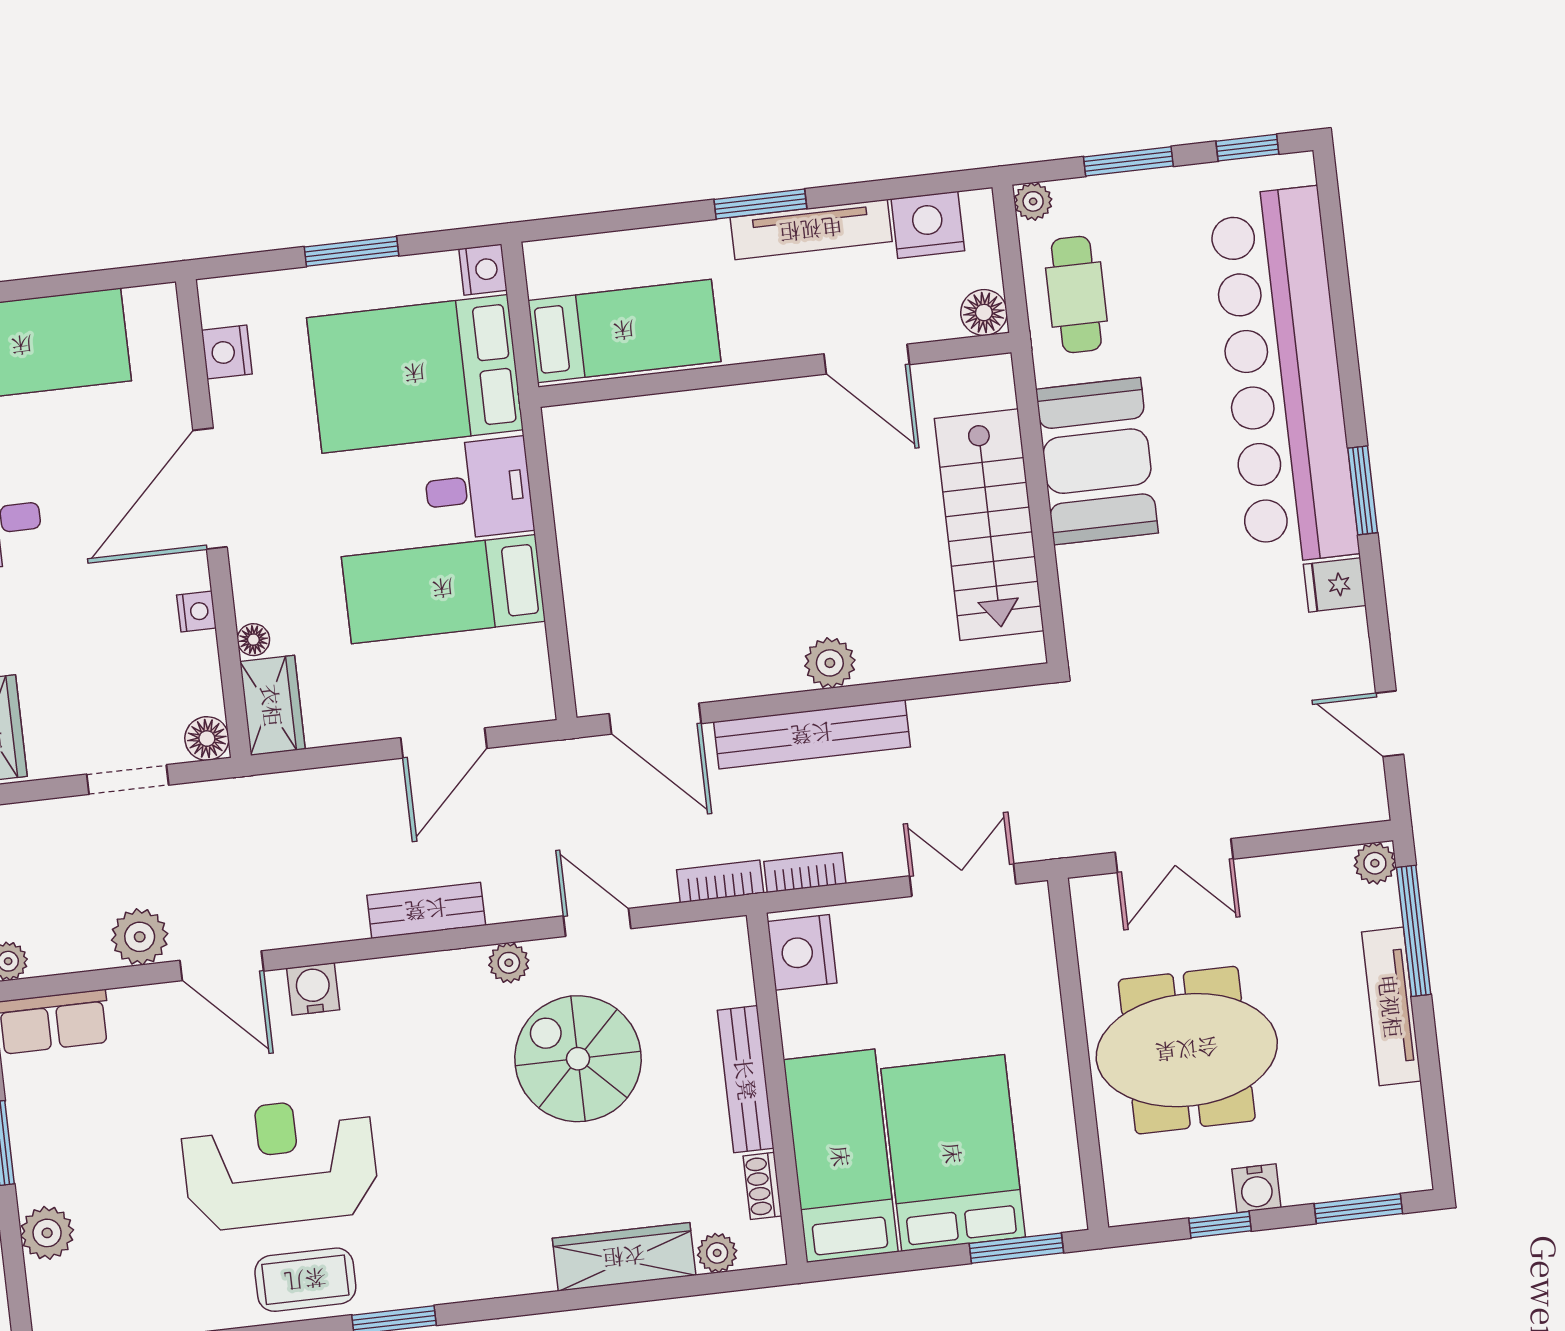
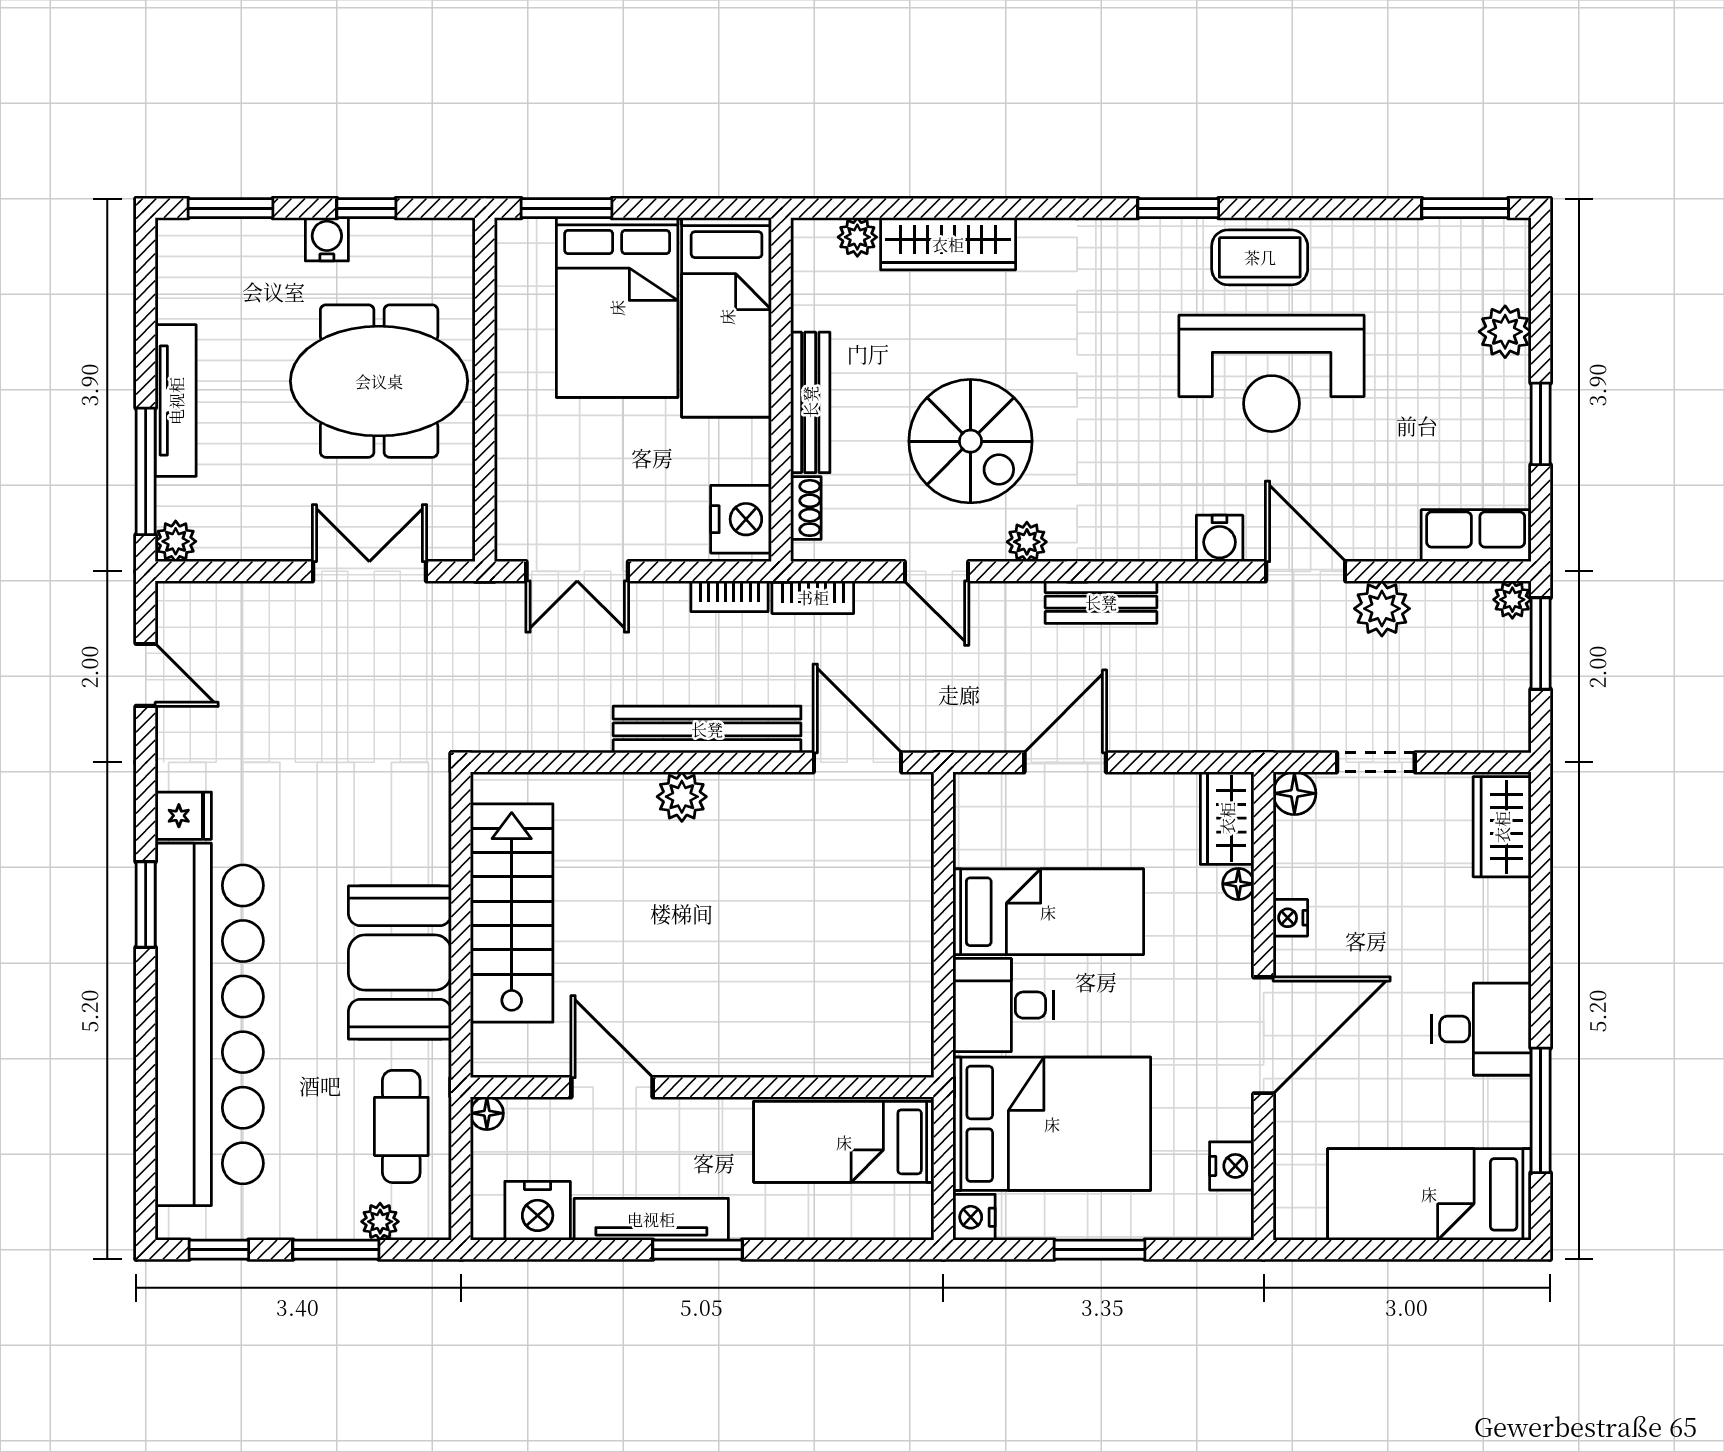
plant: (1033, 201) -> (380, 1222), moved
floor lamp: (984, 313) -> (487, 1113), width x0.73, depth x0.73
shoe rack: (762, 1186) -> (806, 508), moved

